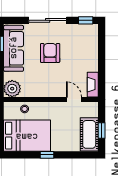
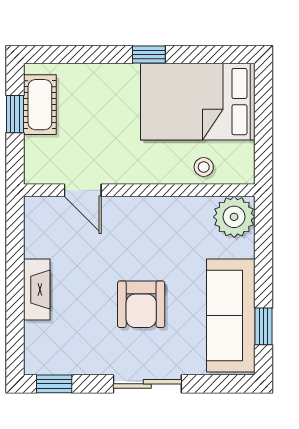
sliding door: (48, 20) -> (147, 384), width x0.73
fireplace: (93, 85) -> (37, 290), moved
cot: (89, 134) -> (40, 105), width x0.73, depth x0.75

